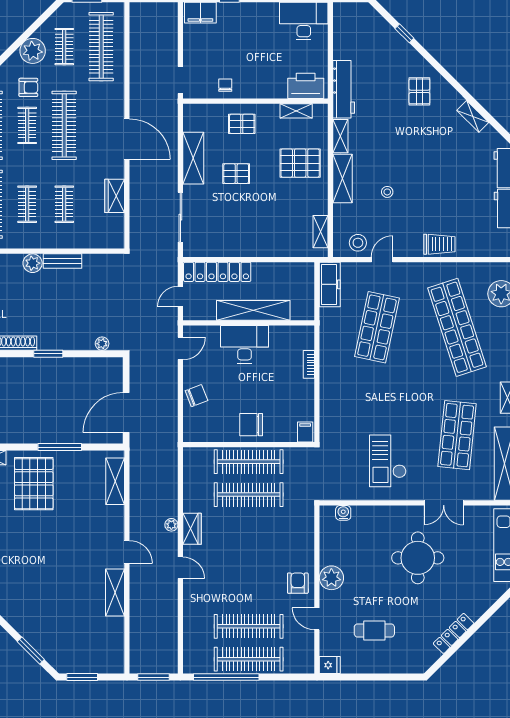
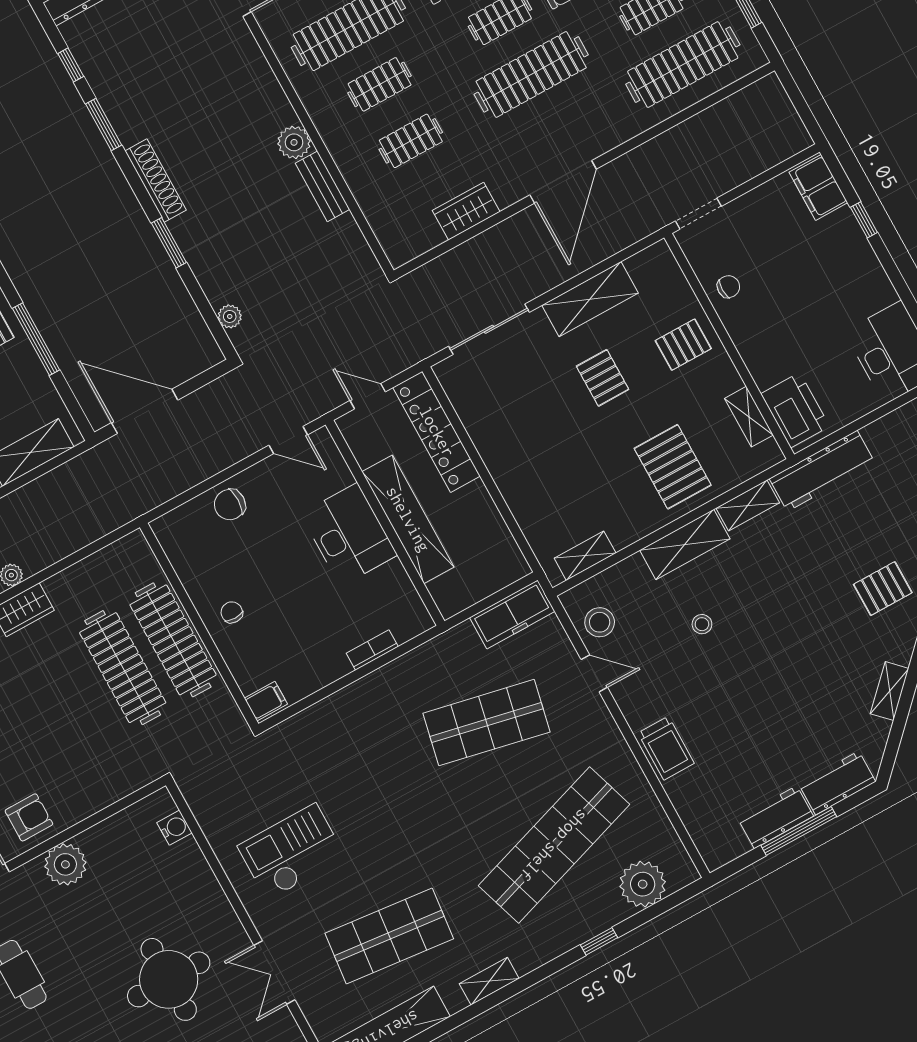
pallet: (242, 124) -> (683, 345), turned 90
chair: (196, 396) -> (230, 505), turned 112
chair: (251, 425) -> (232, 612), width x0.54, depth x0.54

